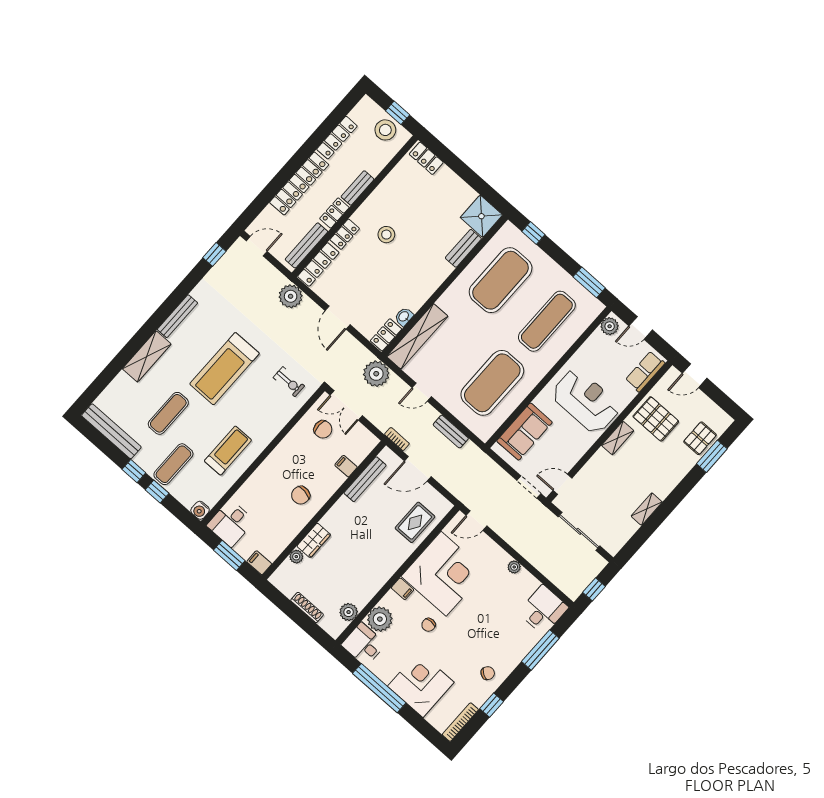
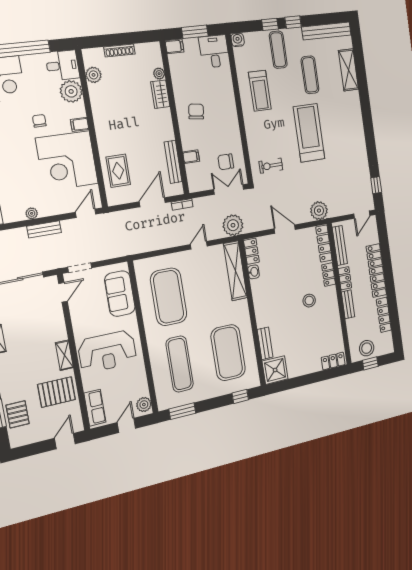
bench: (177, 316) -> (360, 132), removed
shelving: (147, 356) -> (349, 70), moved
bench: (451, 432) -> (44, 229), moved

